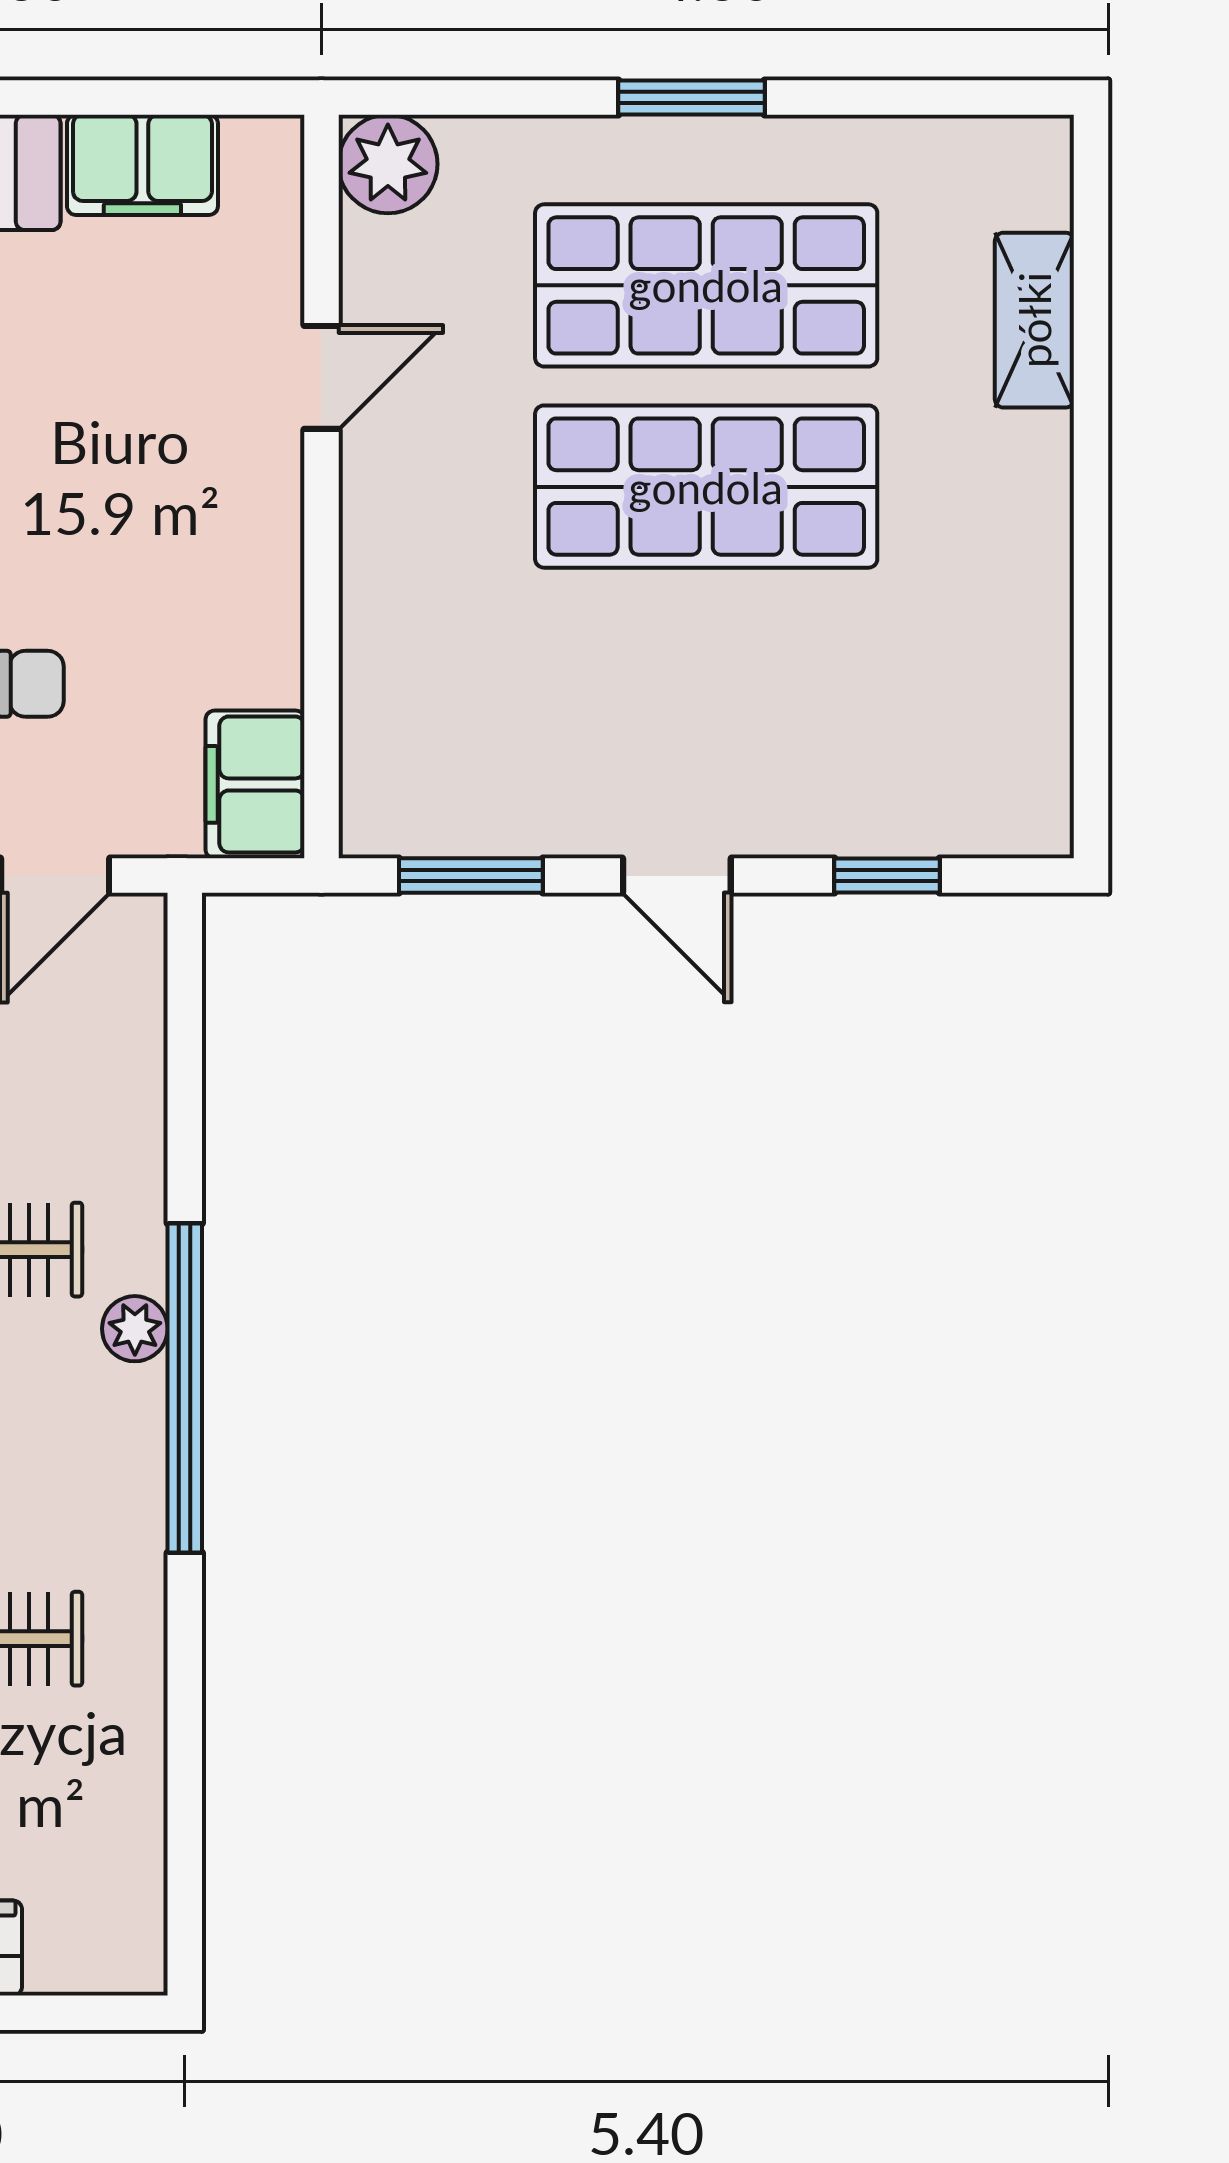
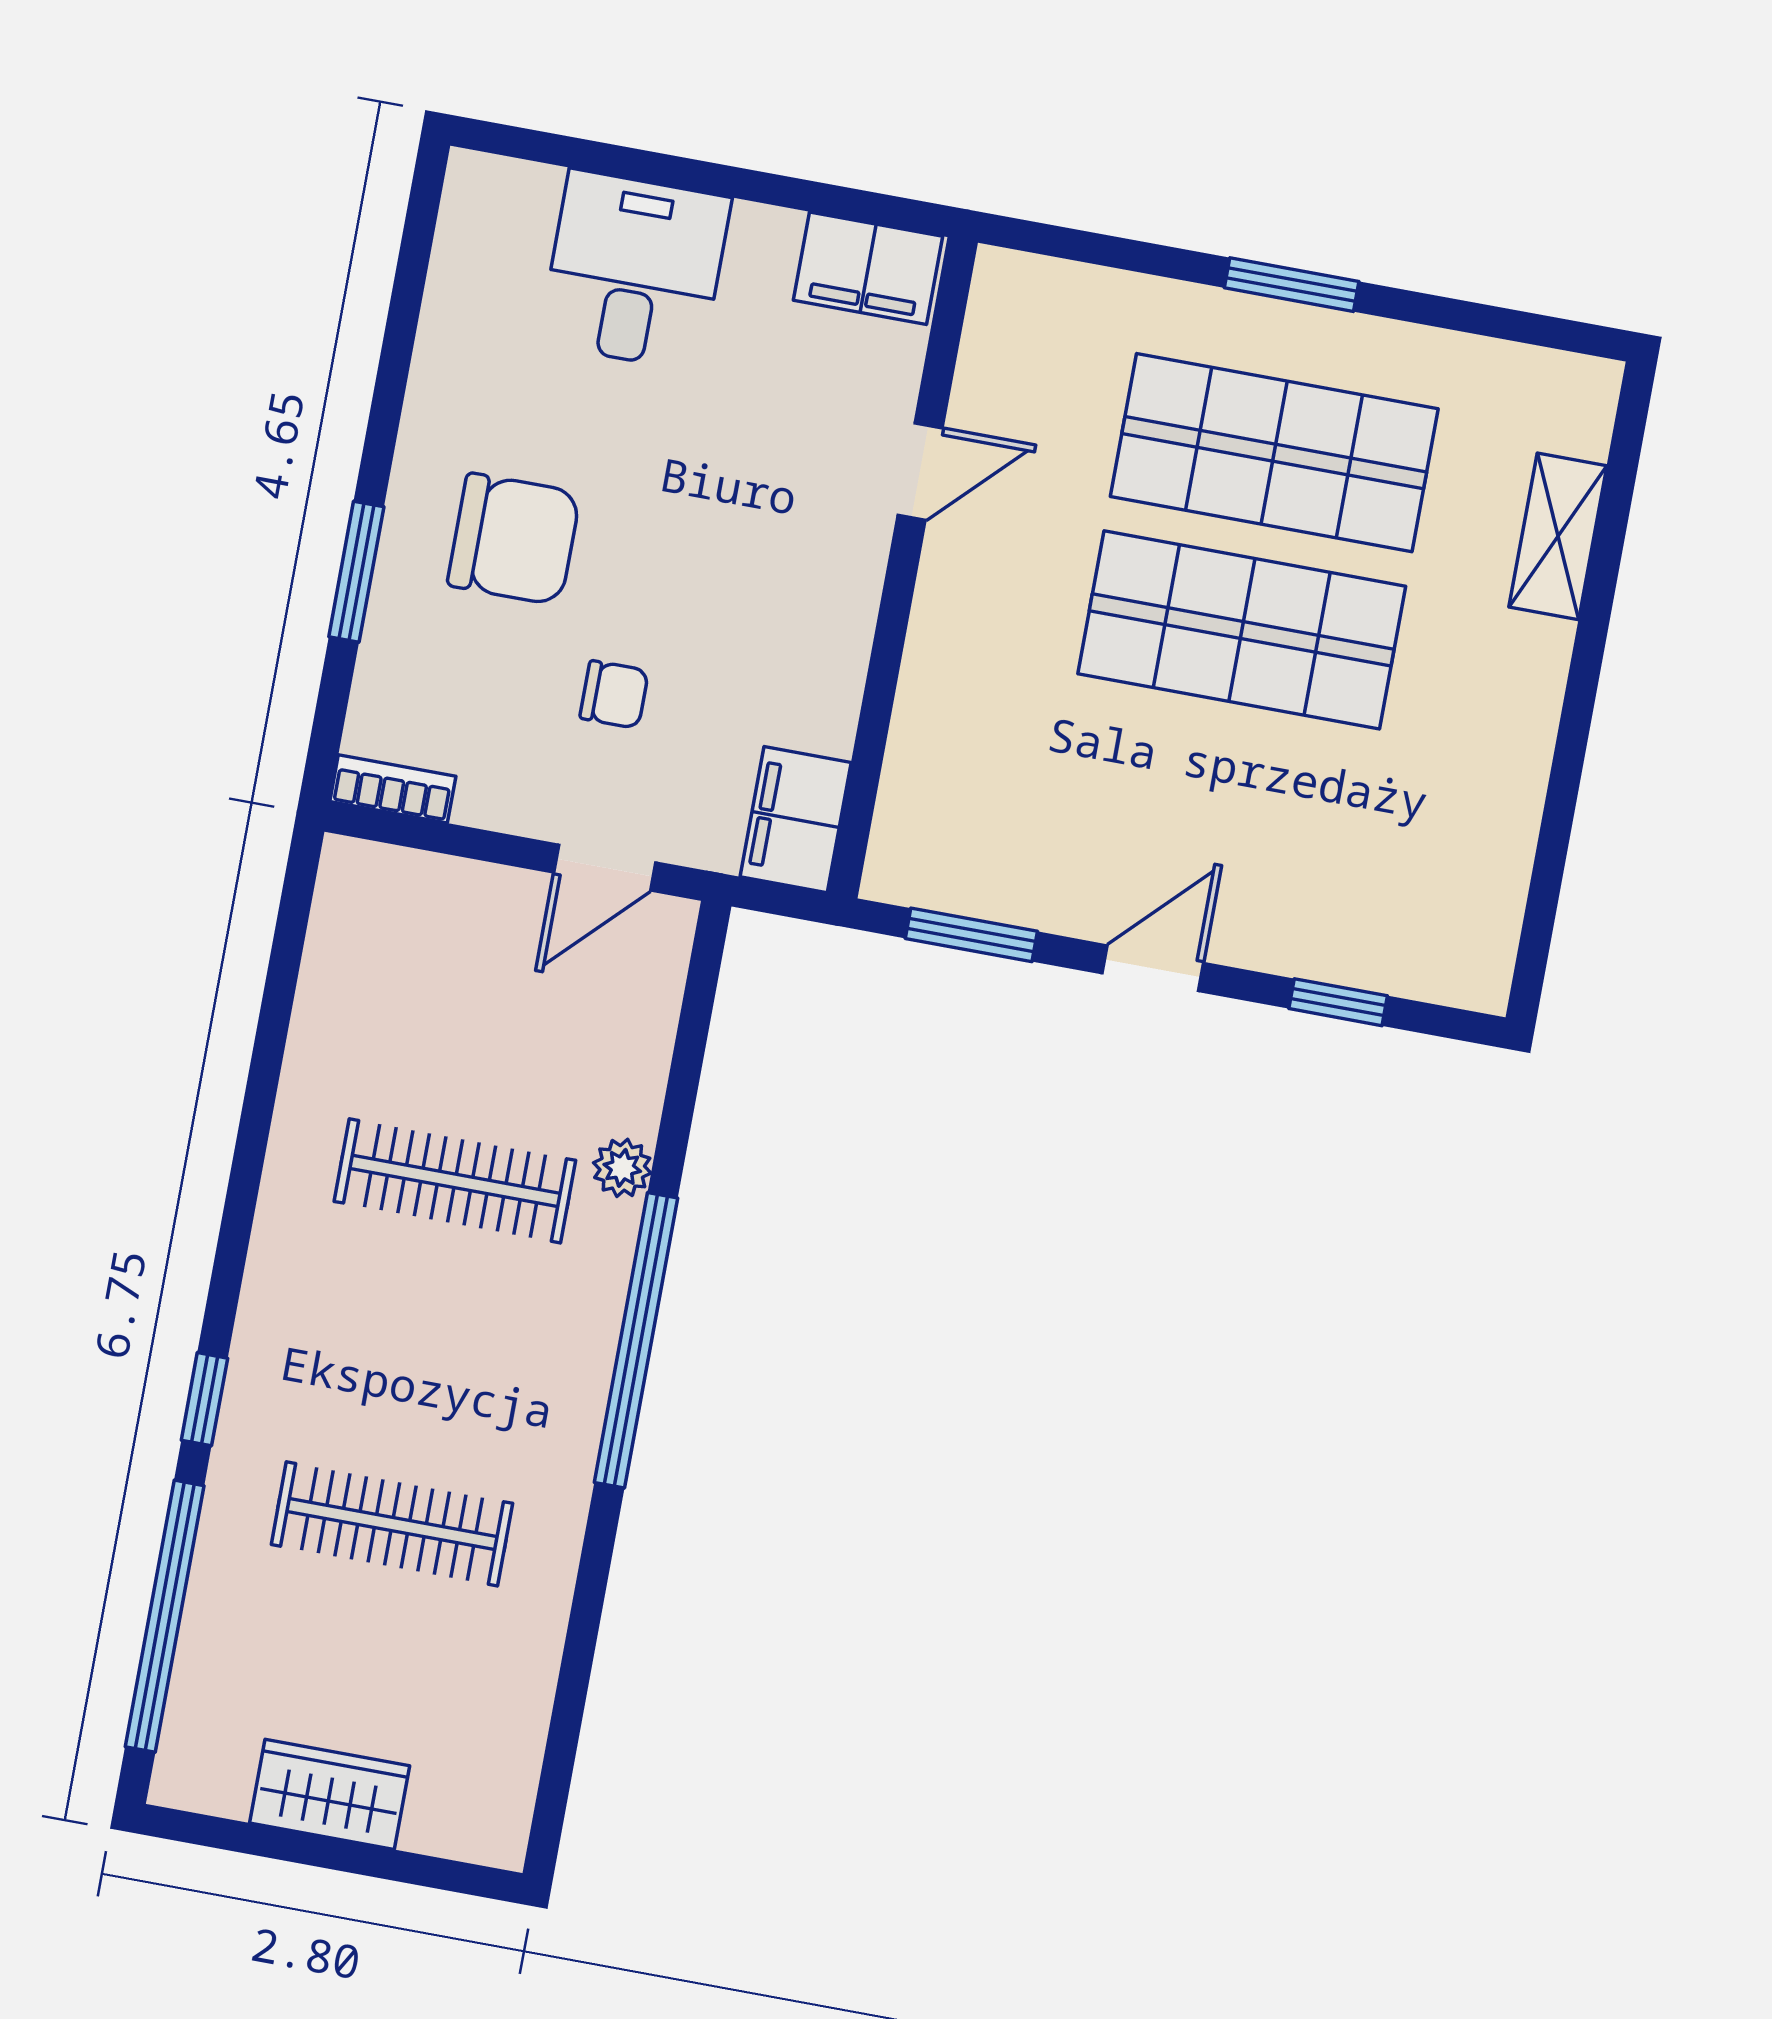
plant: (388, 164) -> (1013, 294), removed
filing cabinet: (142, 165) -> (868, 268), moved
door: (677, 876) -> (1153, 968), swing flipped
plant: (135, 1329) -> (622, 1168), moved

